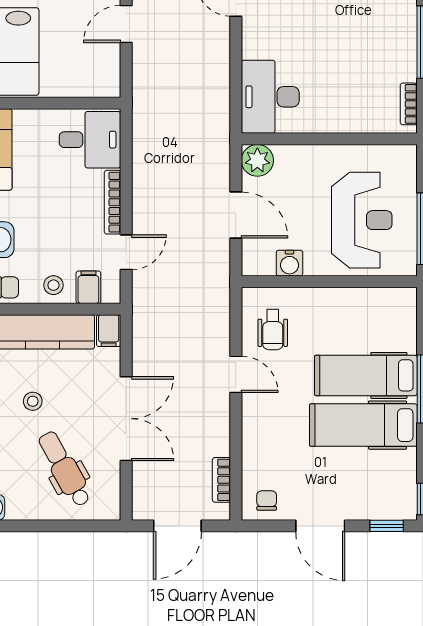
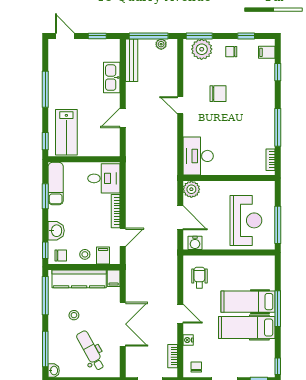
water cooler: (290, 263) -> (195, 243), moved
wheelchair: (273, 330) -> (199, 278), turned 180
door: (236, 374) -> (180, 314), moved
nightstand: (251, 449) -> (188, 340), added

